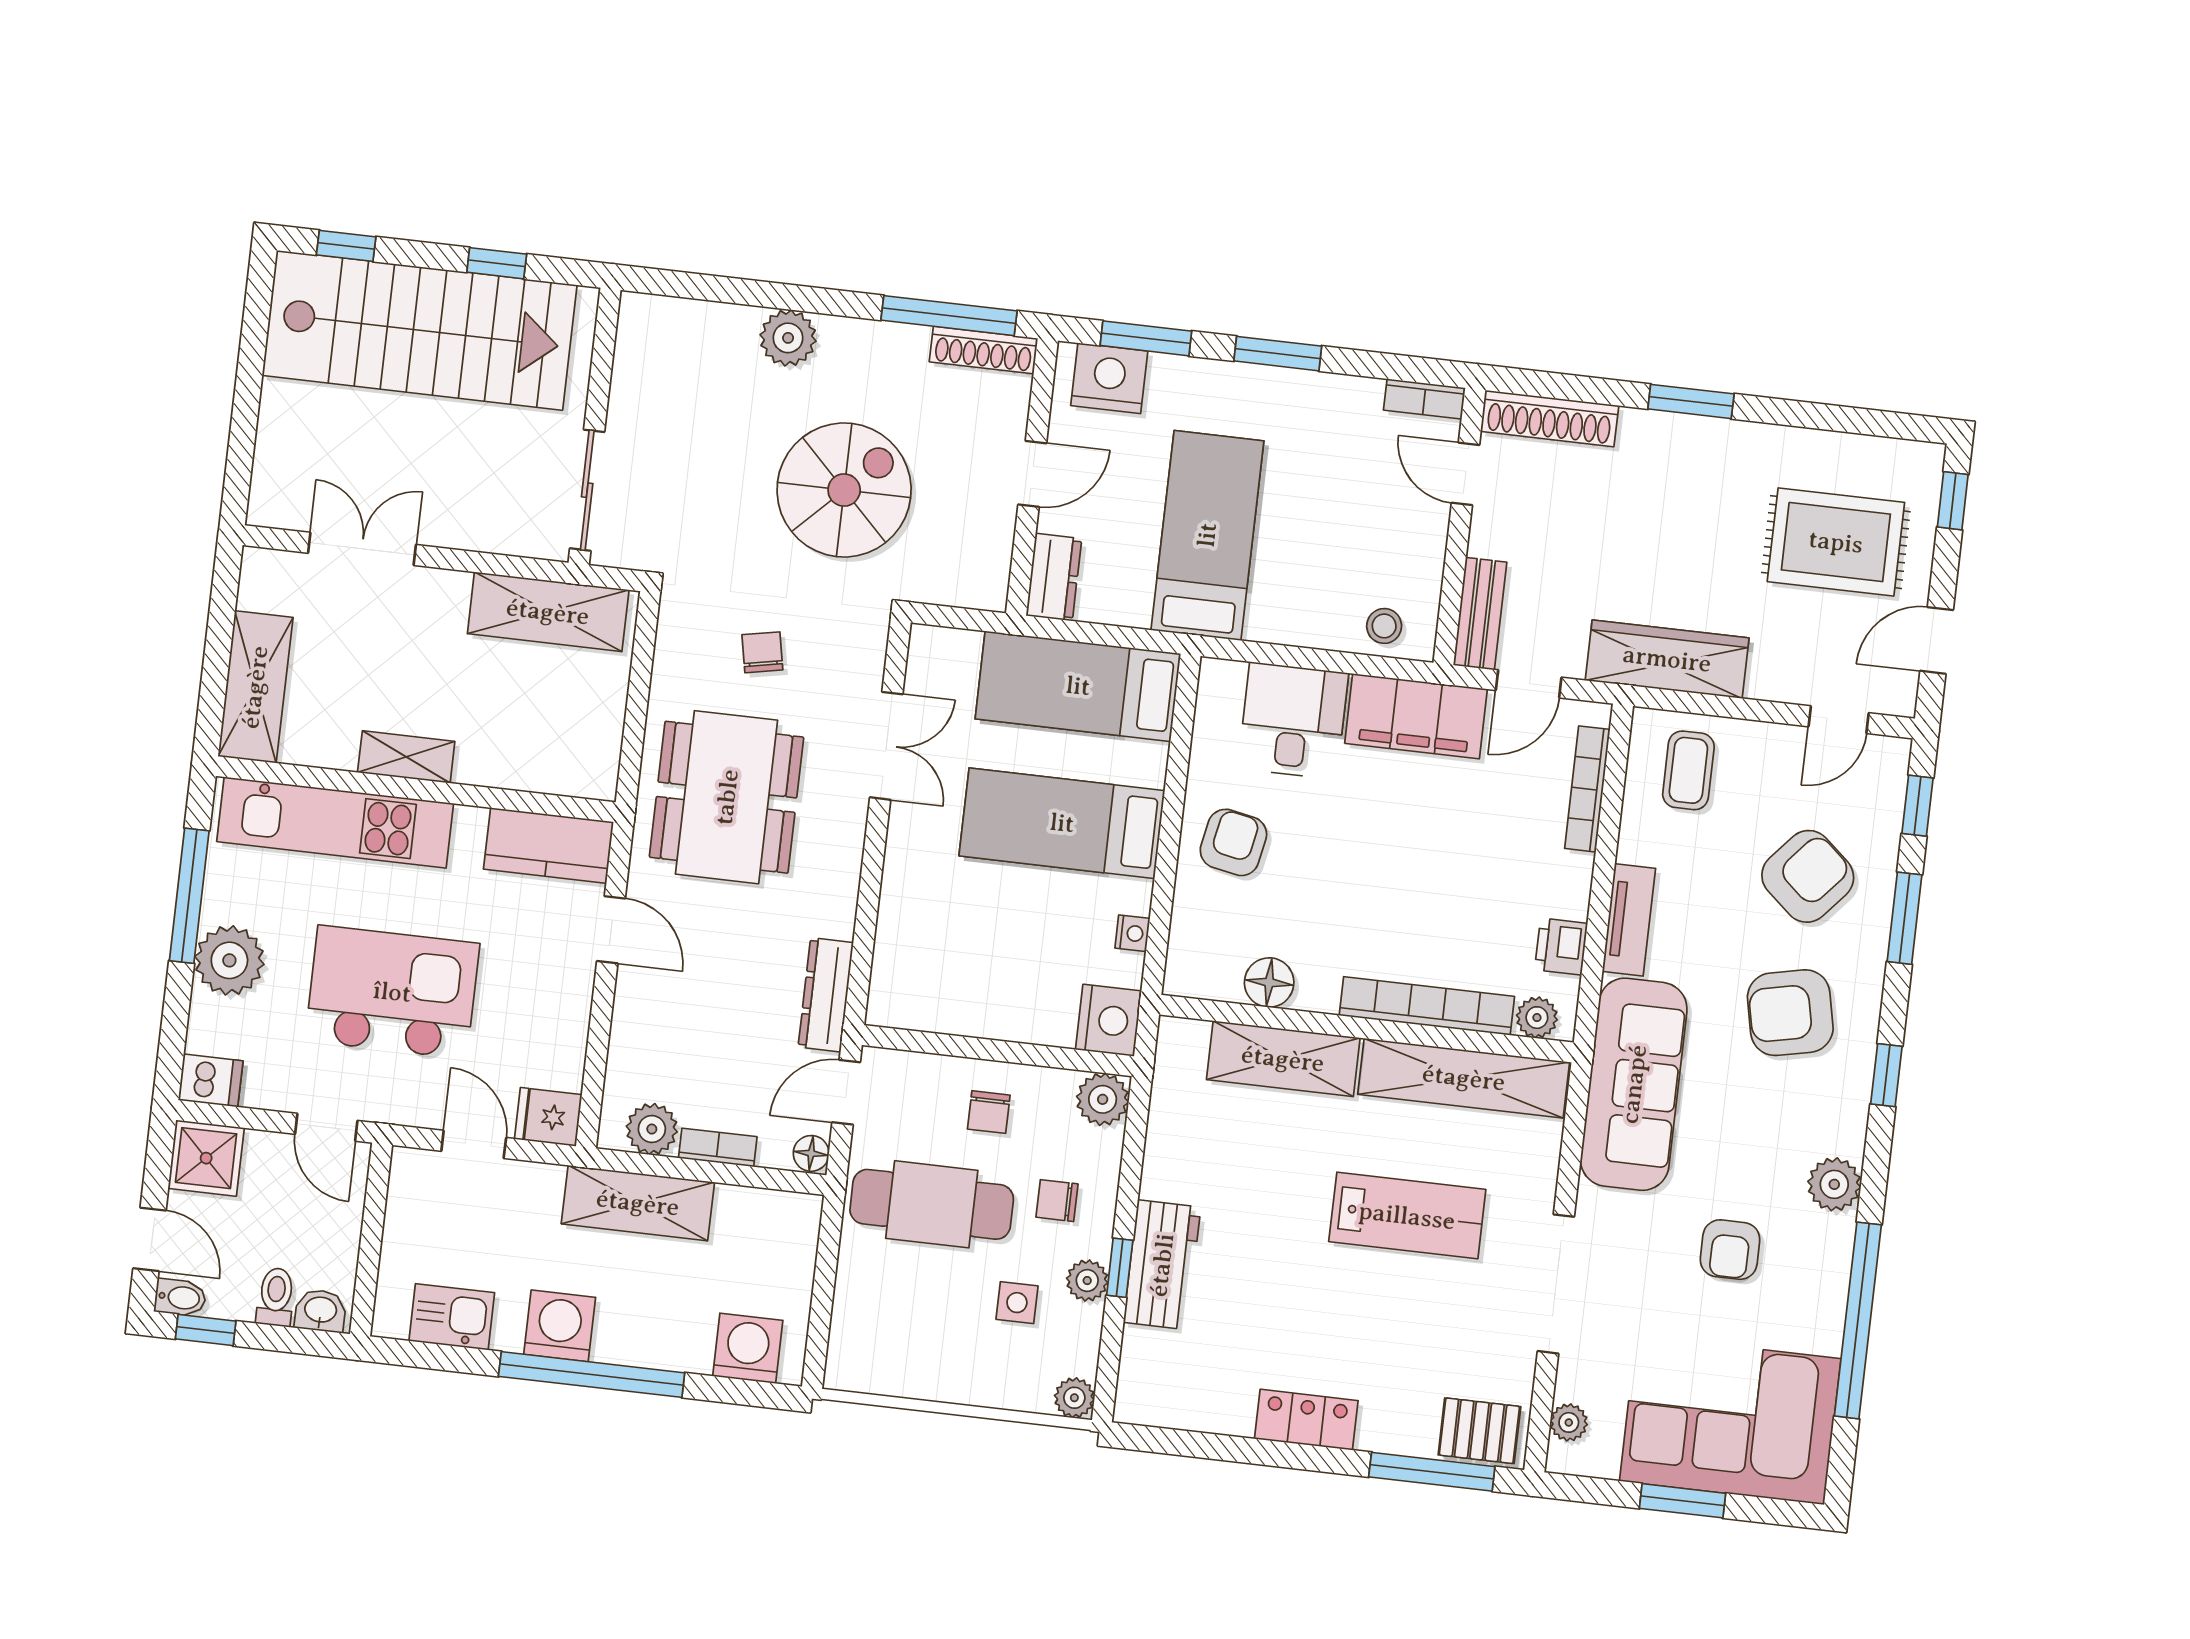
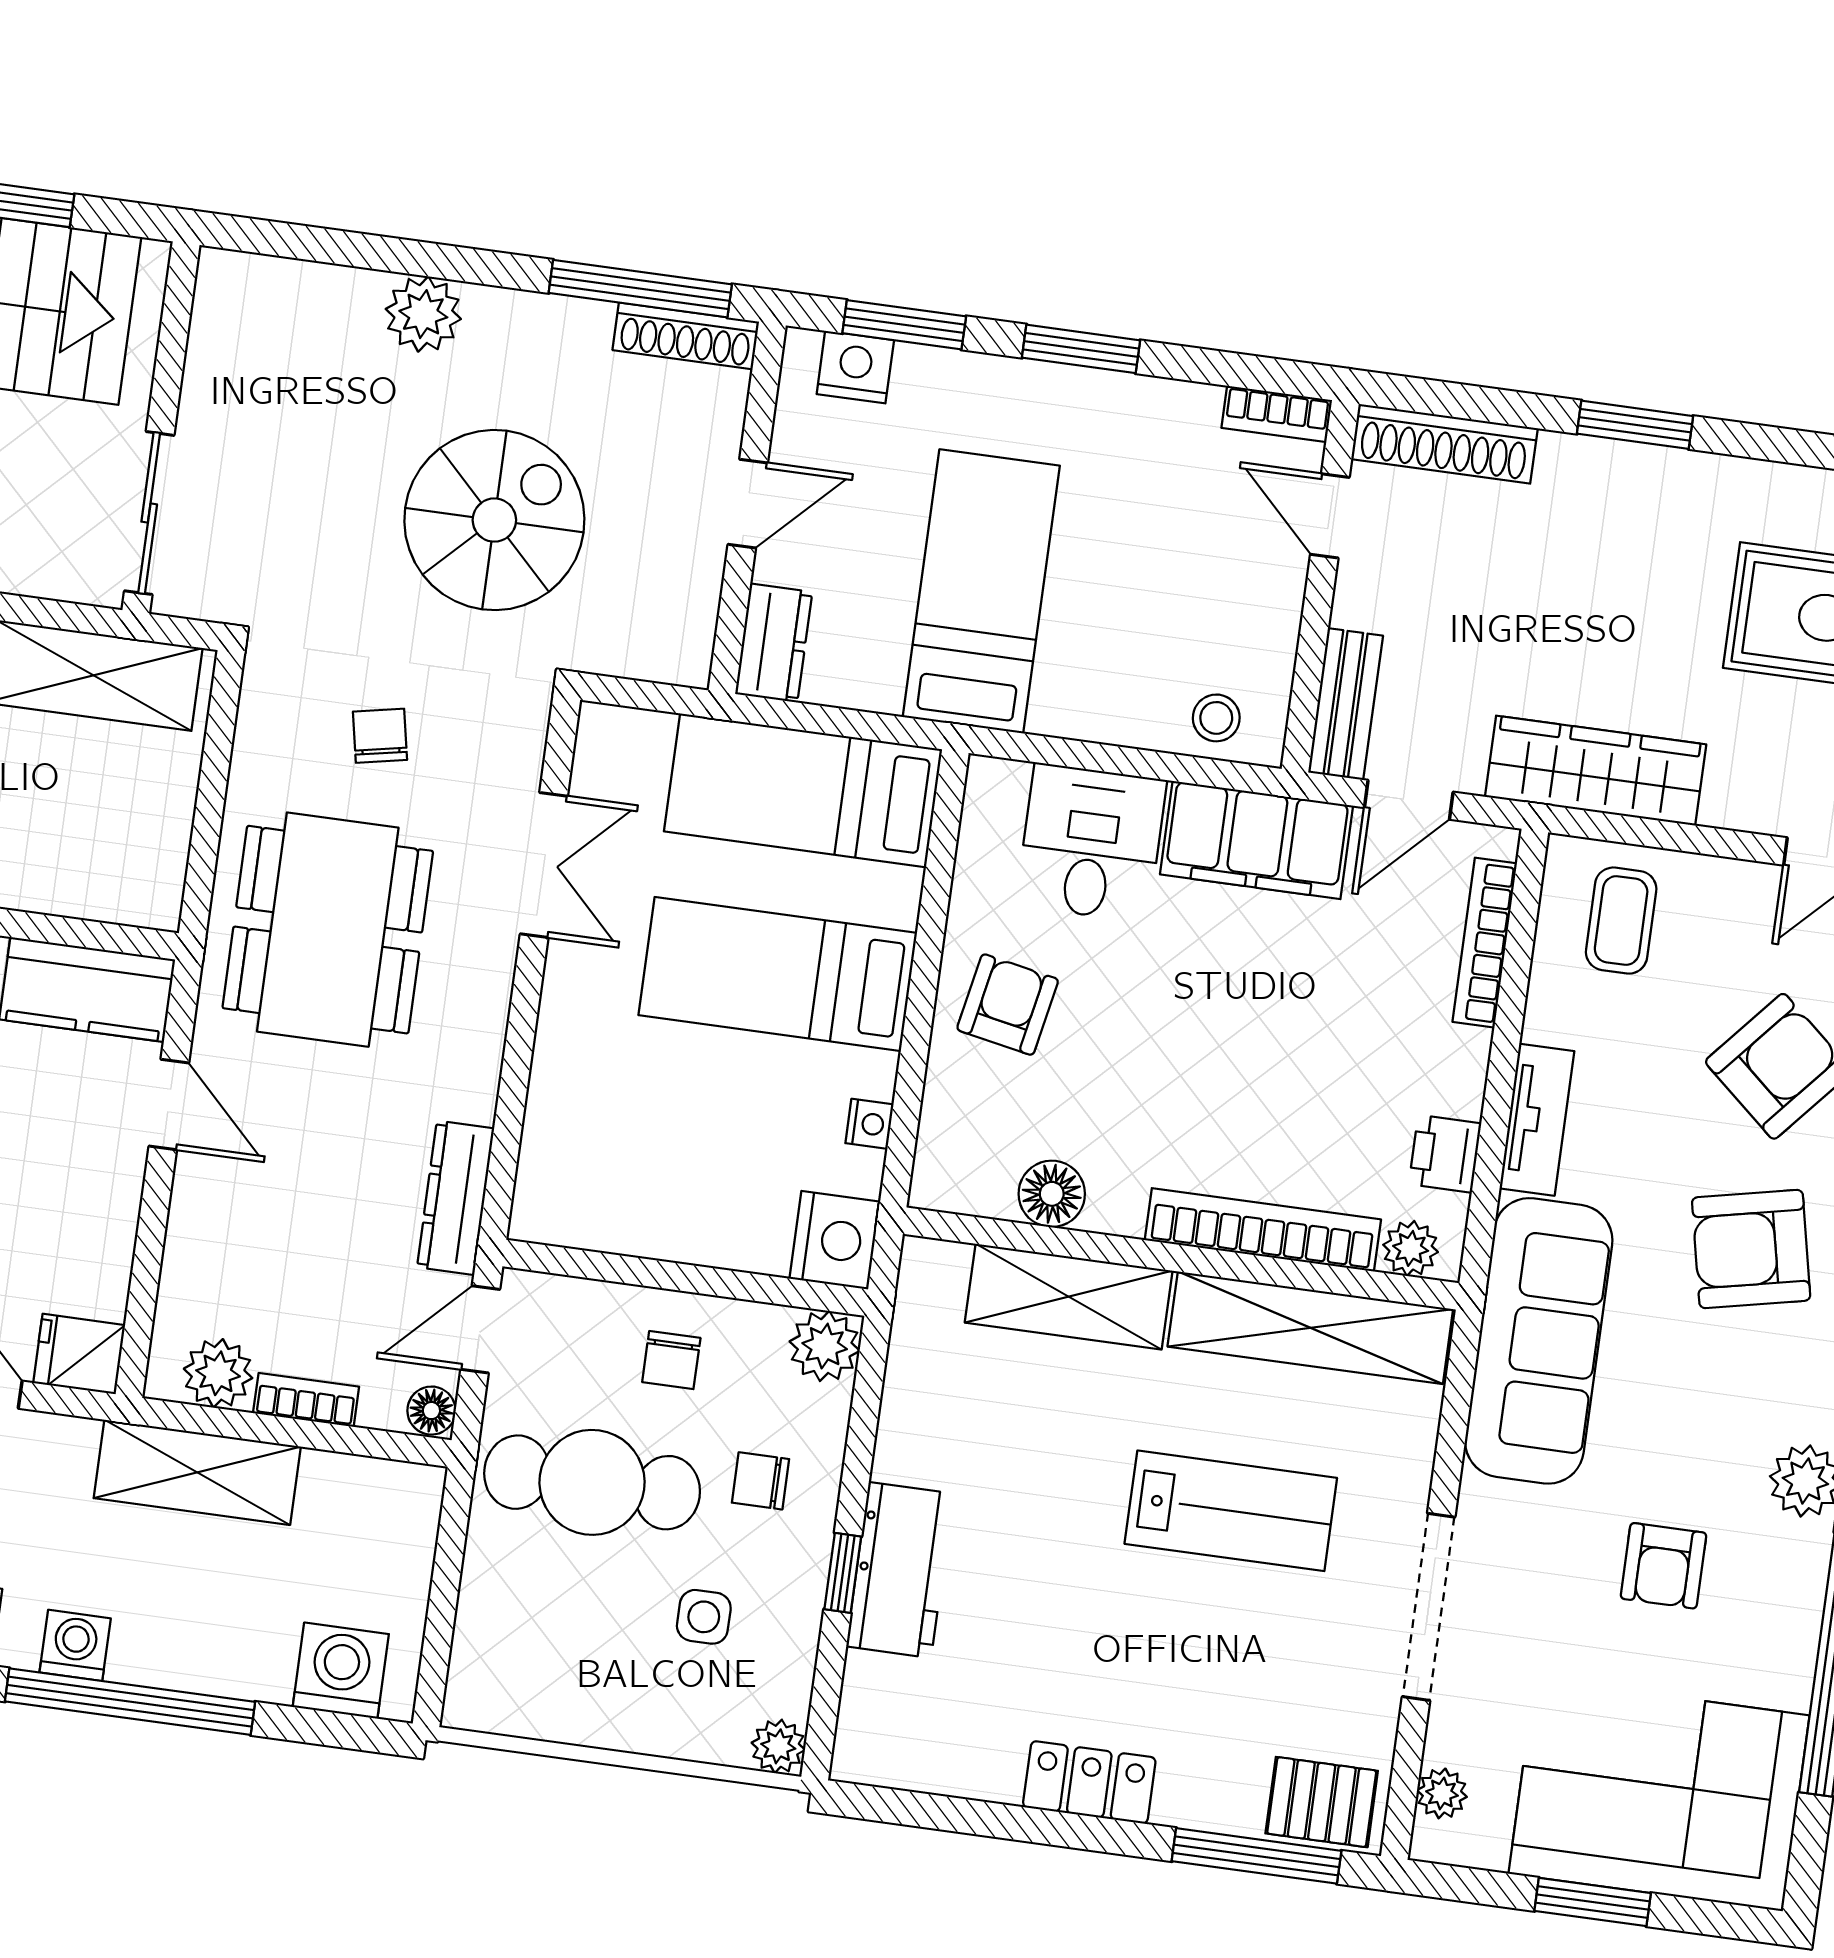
nightstand: (1109, 378) -> (855, 367), width x0.74, depth x0.75
plant: (1087, 1281) -> (799, 1589), removed
washing machine: (560, 1326) -> (75, 1645), width x0.73, depth x0.73

